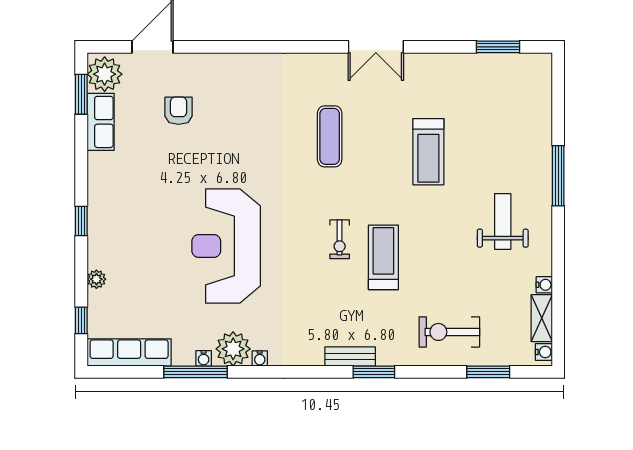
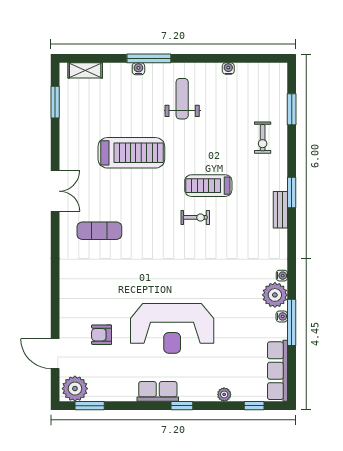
row of seats: (101, 122) -> (158, 391), moved
exercise mat: (330, 136) -> (99, 231), moved
treadmill: (428, 152) -> (131, 153), width x1.37, depth x1.38
weight bench: (503, 221) -> (182, 99), turned 90
reception desk: (226, 246) -> (172, 328), moved
shelving: (542, 318) -> (85, 70), moved
exercise bike: (449, 332) -> (263, 138), width x0.73, depth x0.72
water cooler: (544, 352) -> (138, 69), moved

